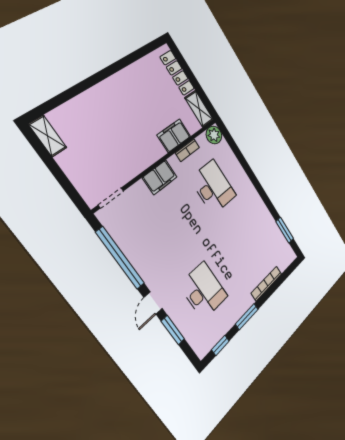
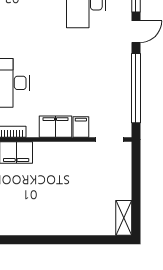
filing cabinet: (141, 191) -> (81, 127), added

